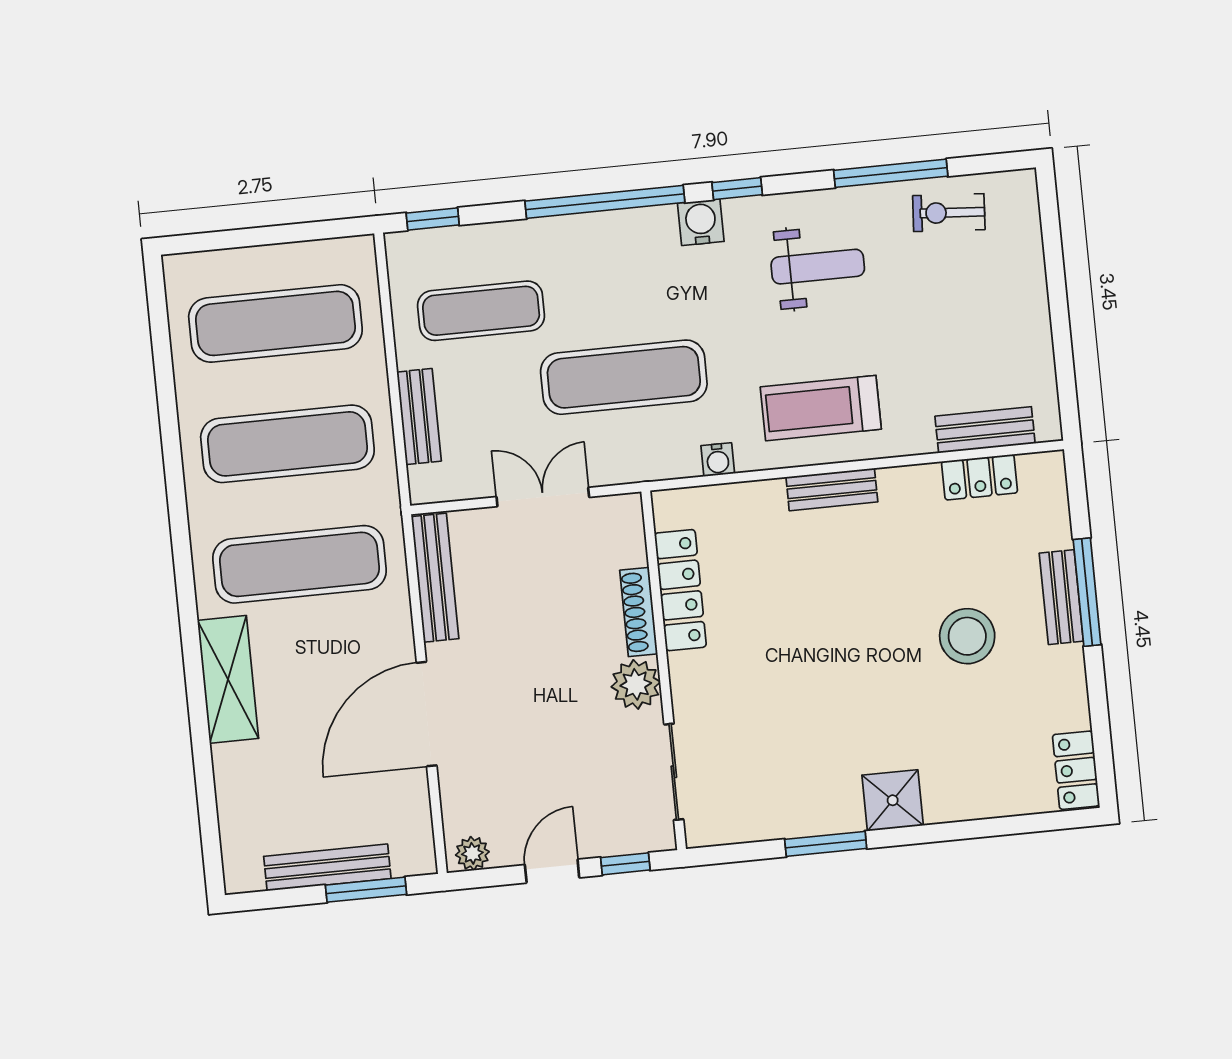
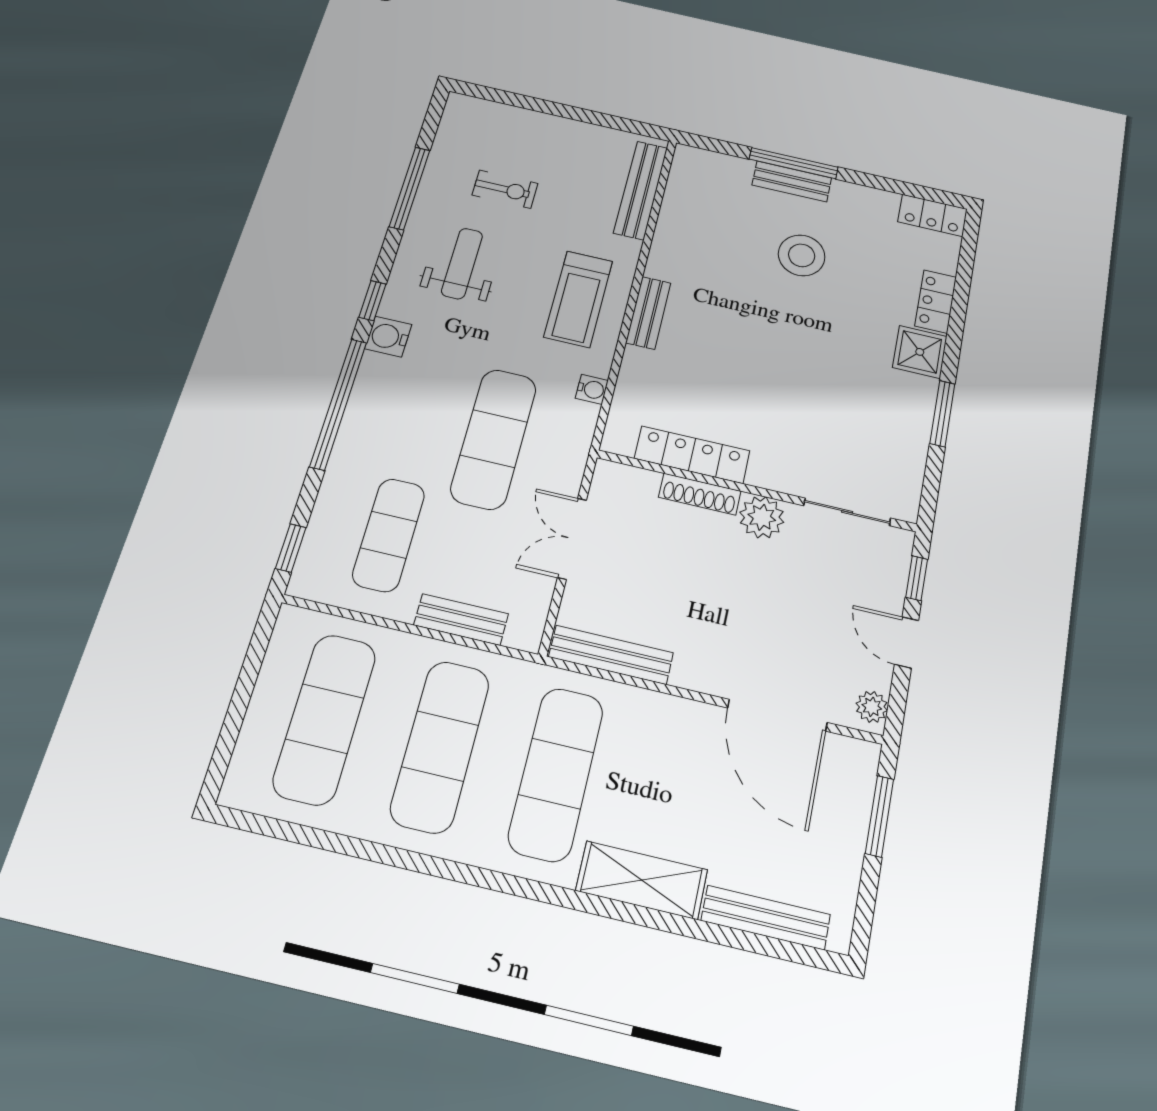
exercise bike: (949, 213) -> (505, 189), moved, turned -94
bench: (985, 430) -> (641, 190), width x1.36
locker: (979, 477) -> (936, 302), moved, turned 180
door: (427, 714) -> (777, 715), moved
bench: (327, 867) -> (766, 918), moved, turned 90

